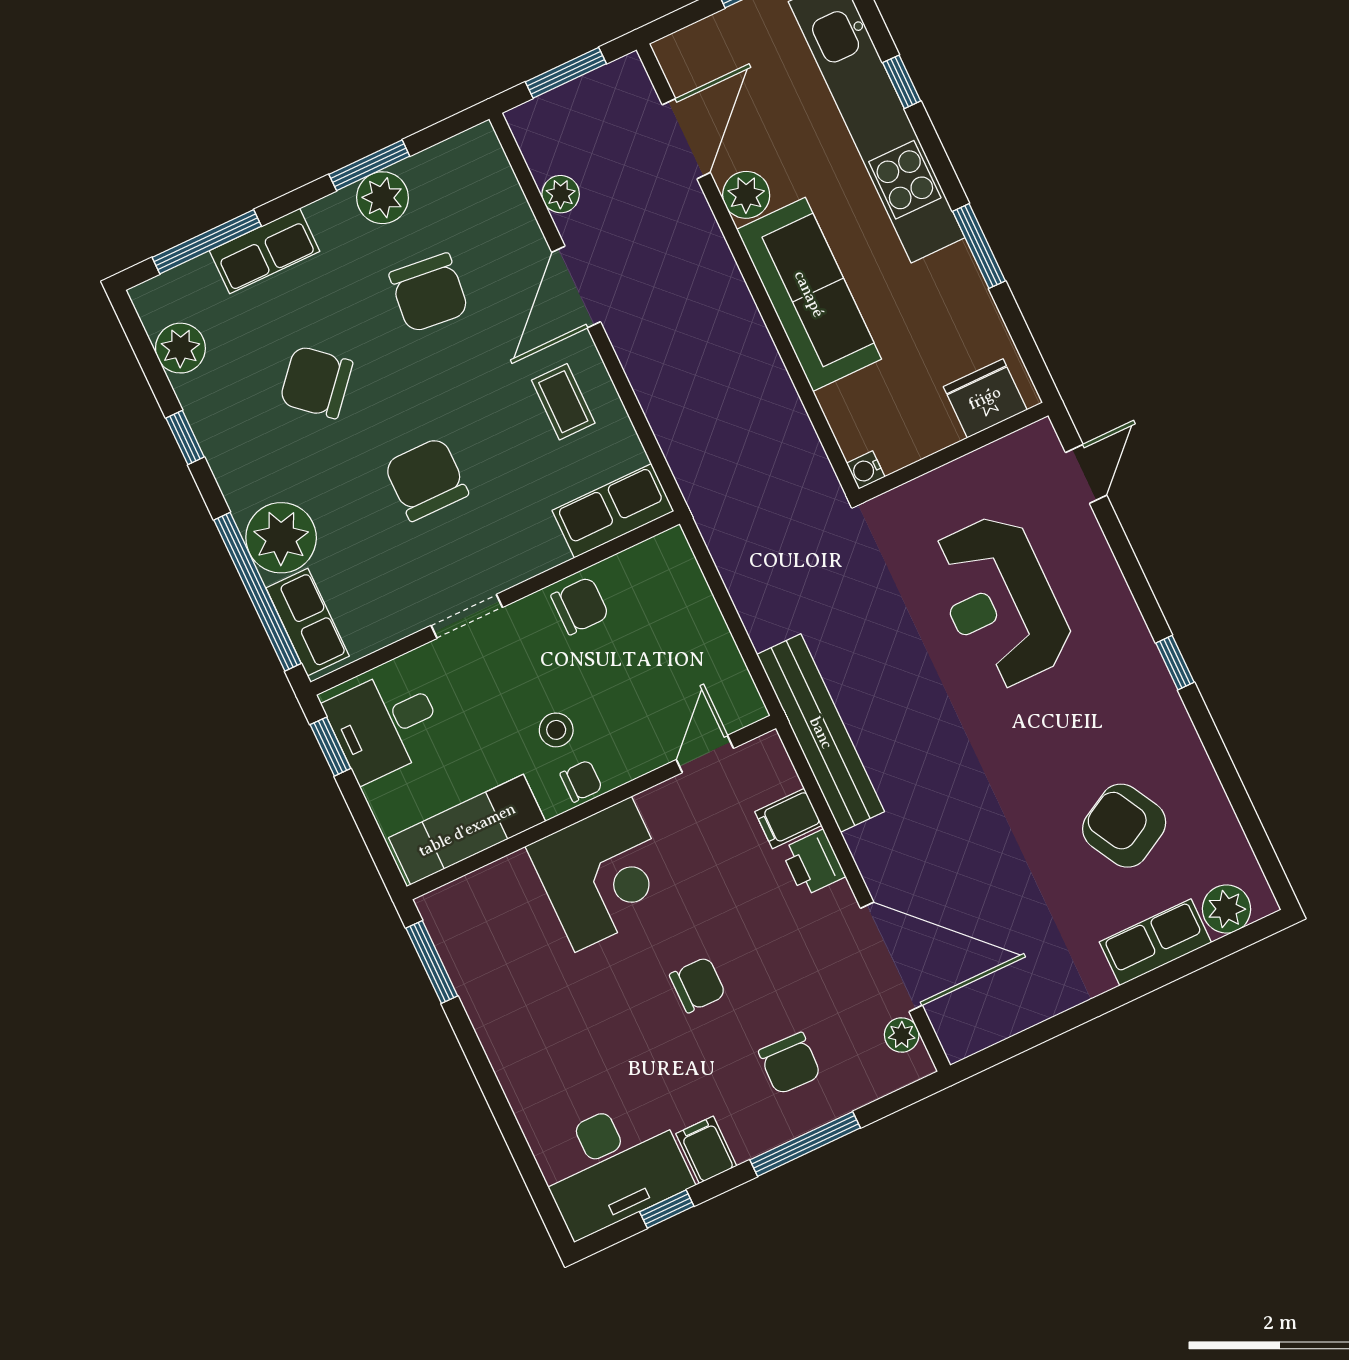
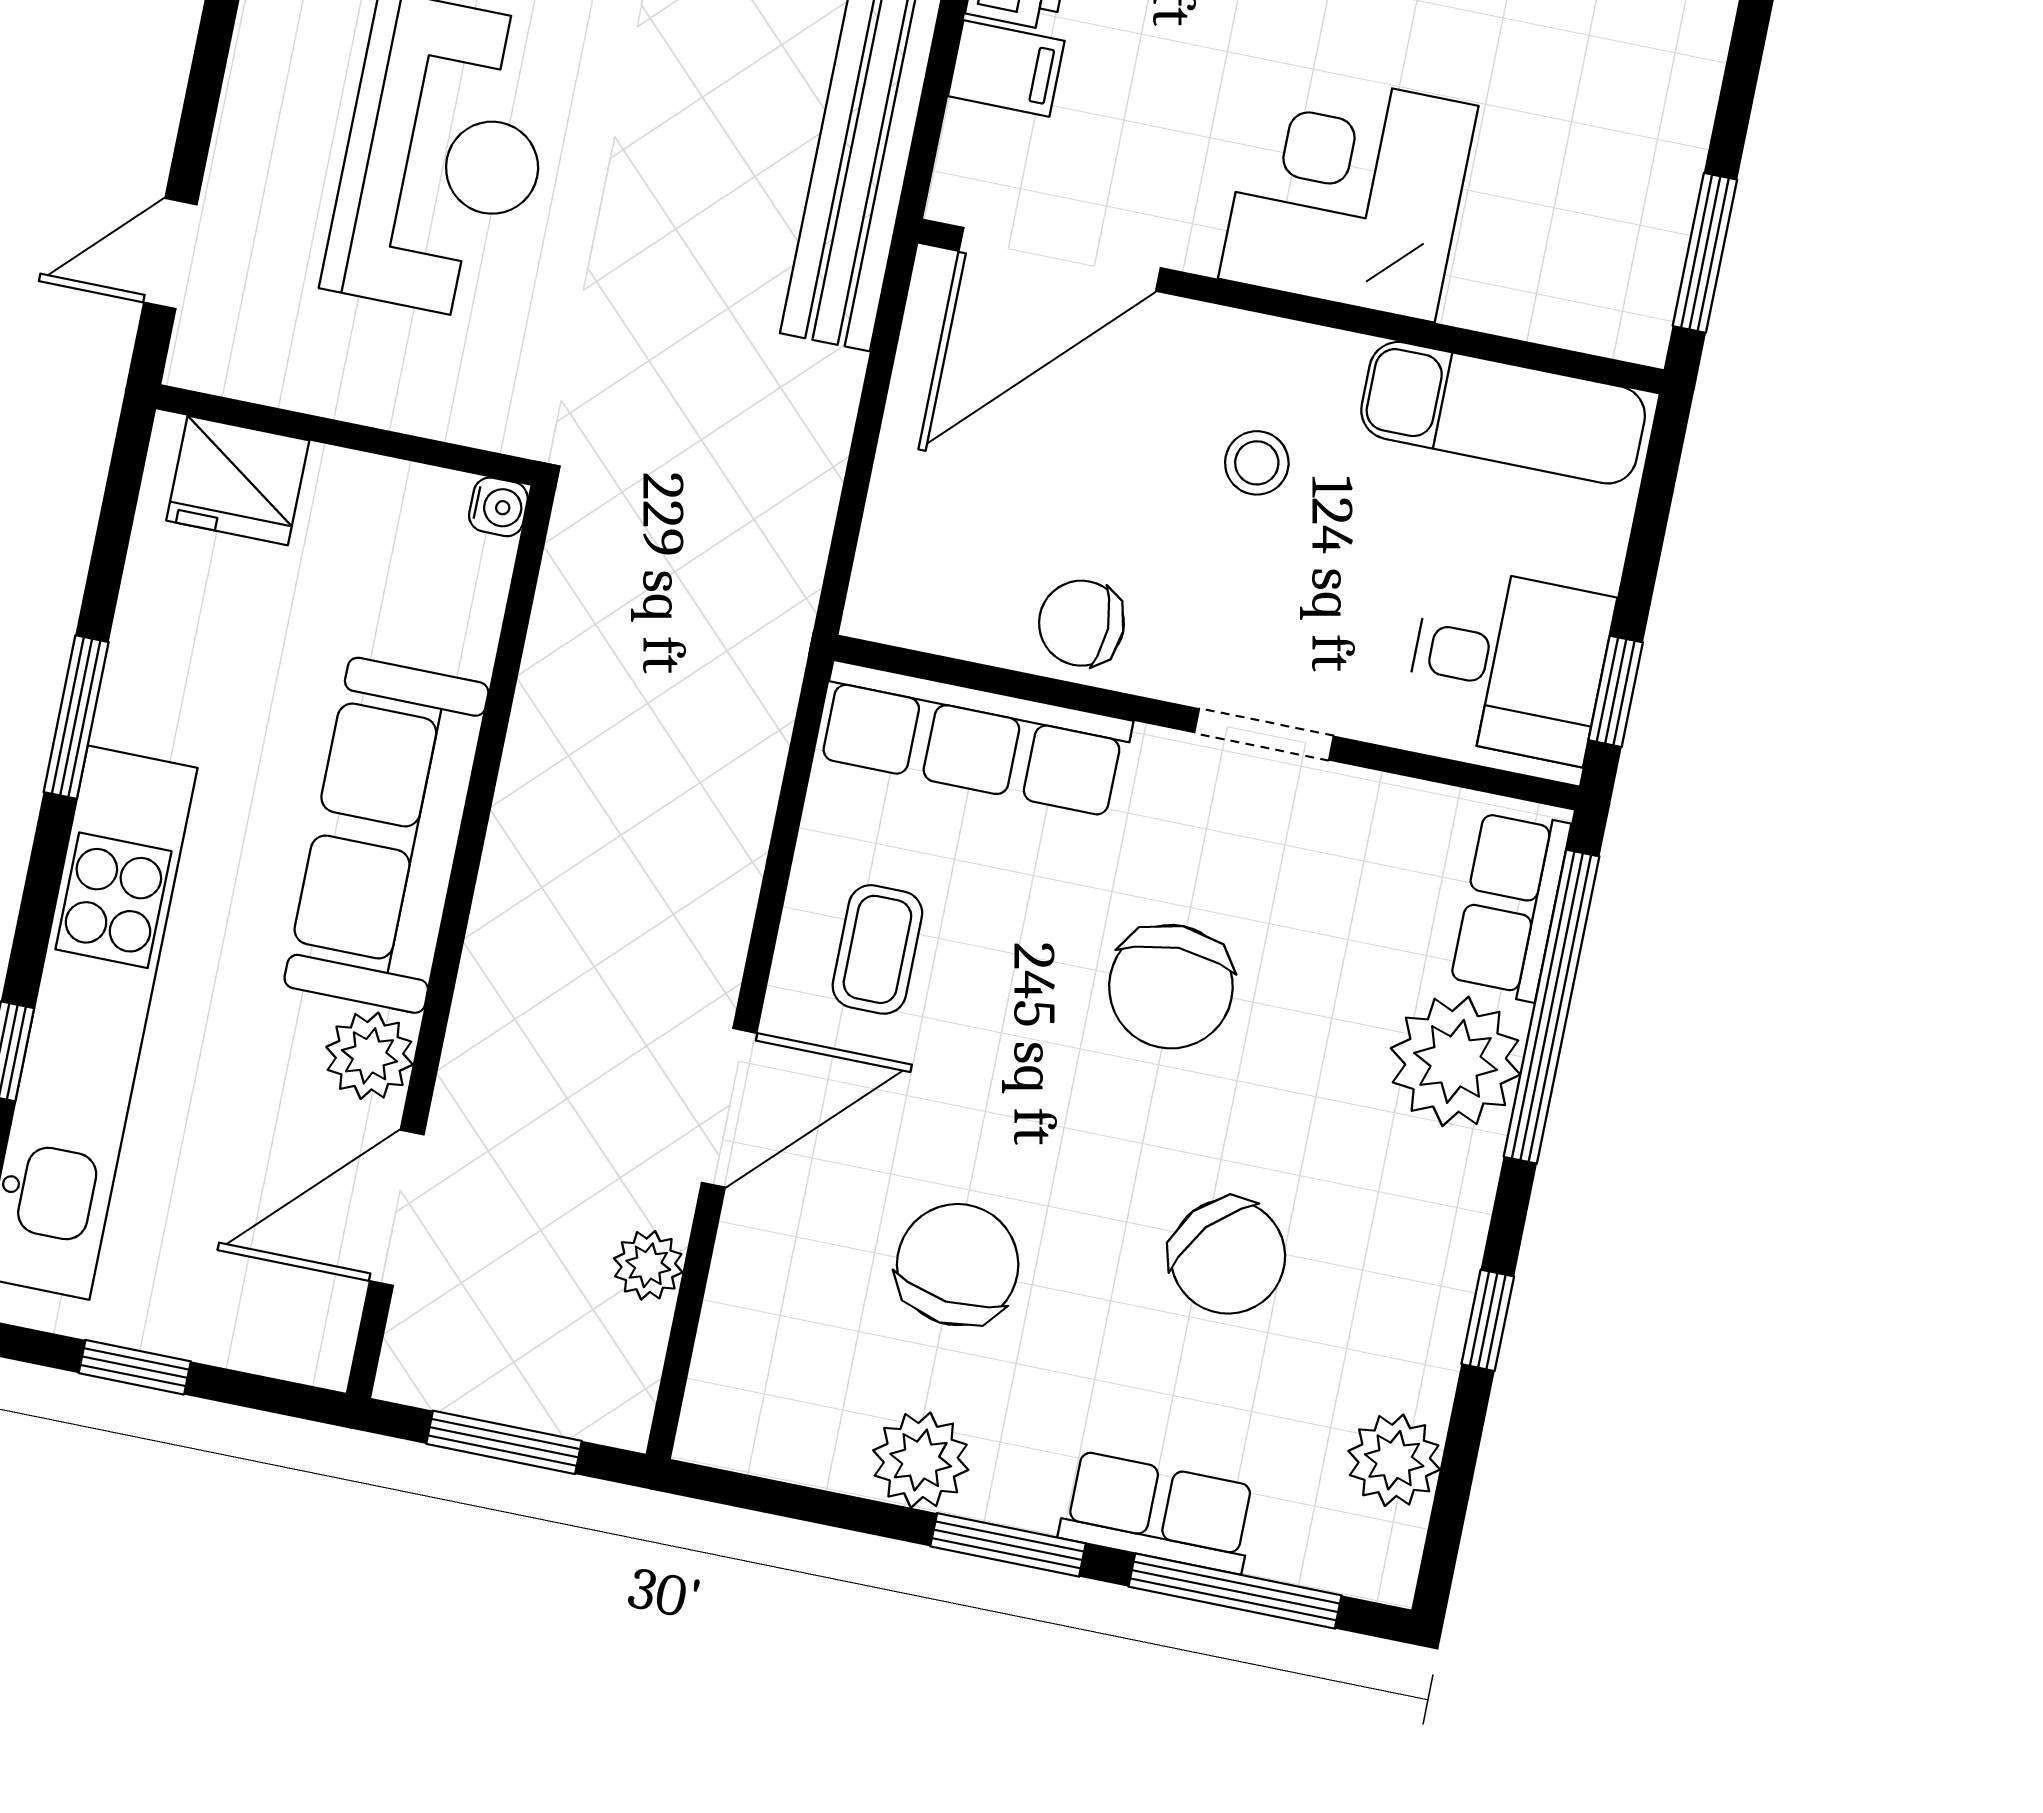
window: (369, 165) -> (1008, 1545), moved
row of seats: (613, 511) -> (974, 739), width x1.48
door: (705, 754) -> (1060, 259), width x1.87
chair: (581, 781) -> (1277, 358), removed

